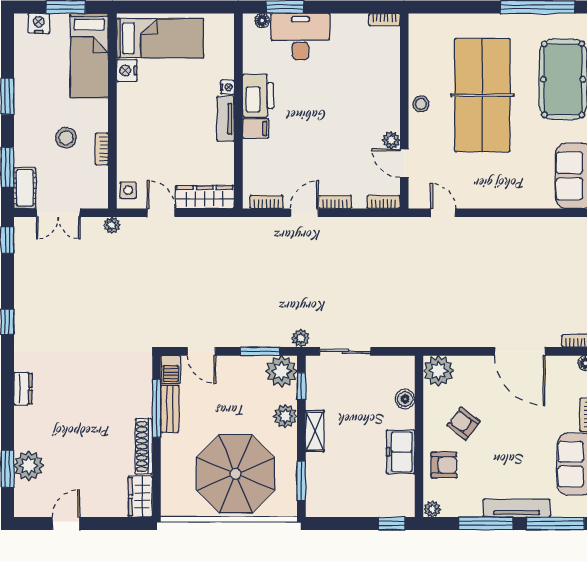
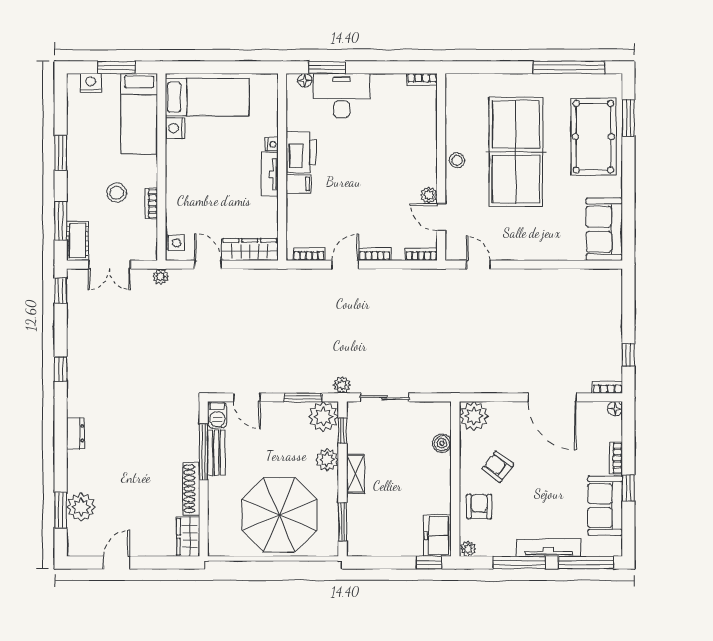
freezer: (401, 452) -> (438, 536), moved
armchair: (444, 465) -> (479, 507), turned -90

